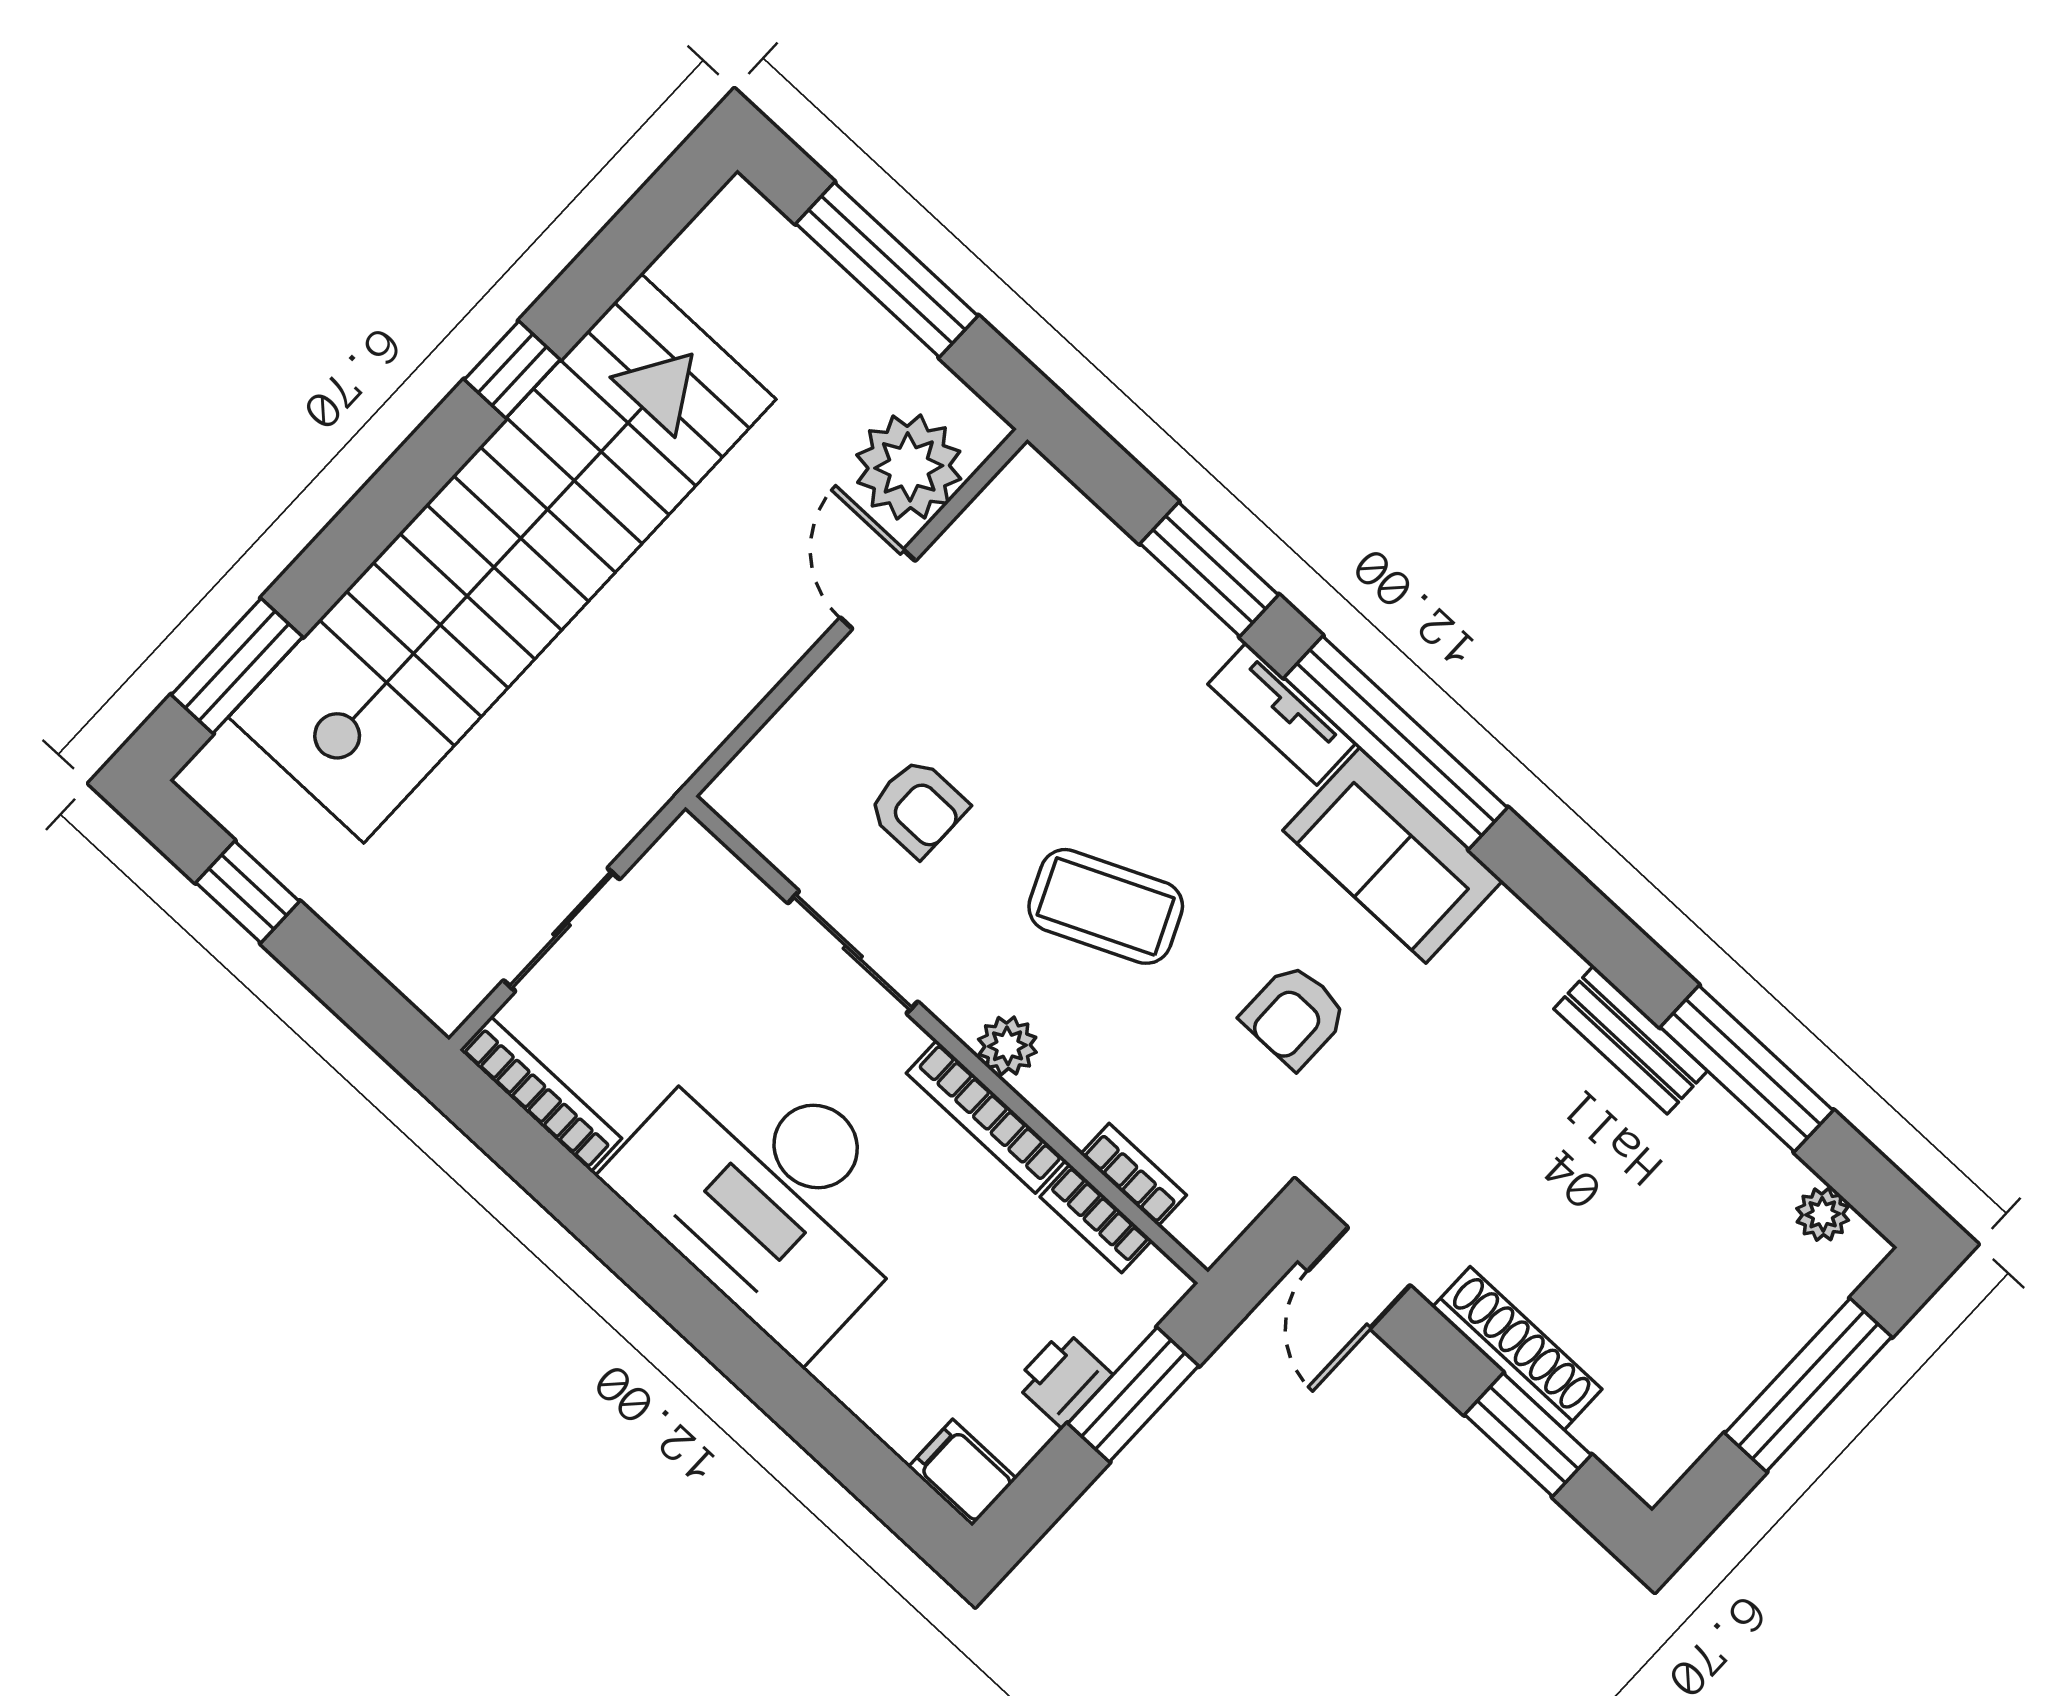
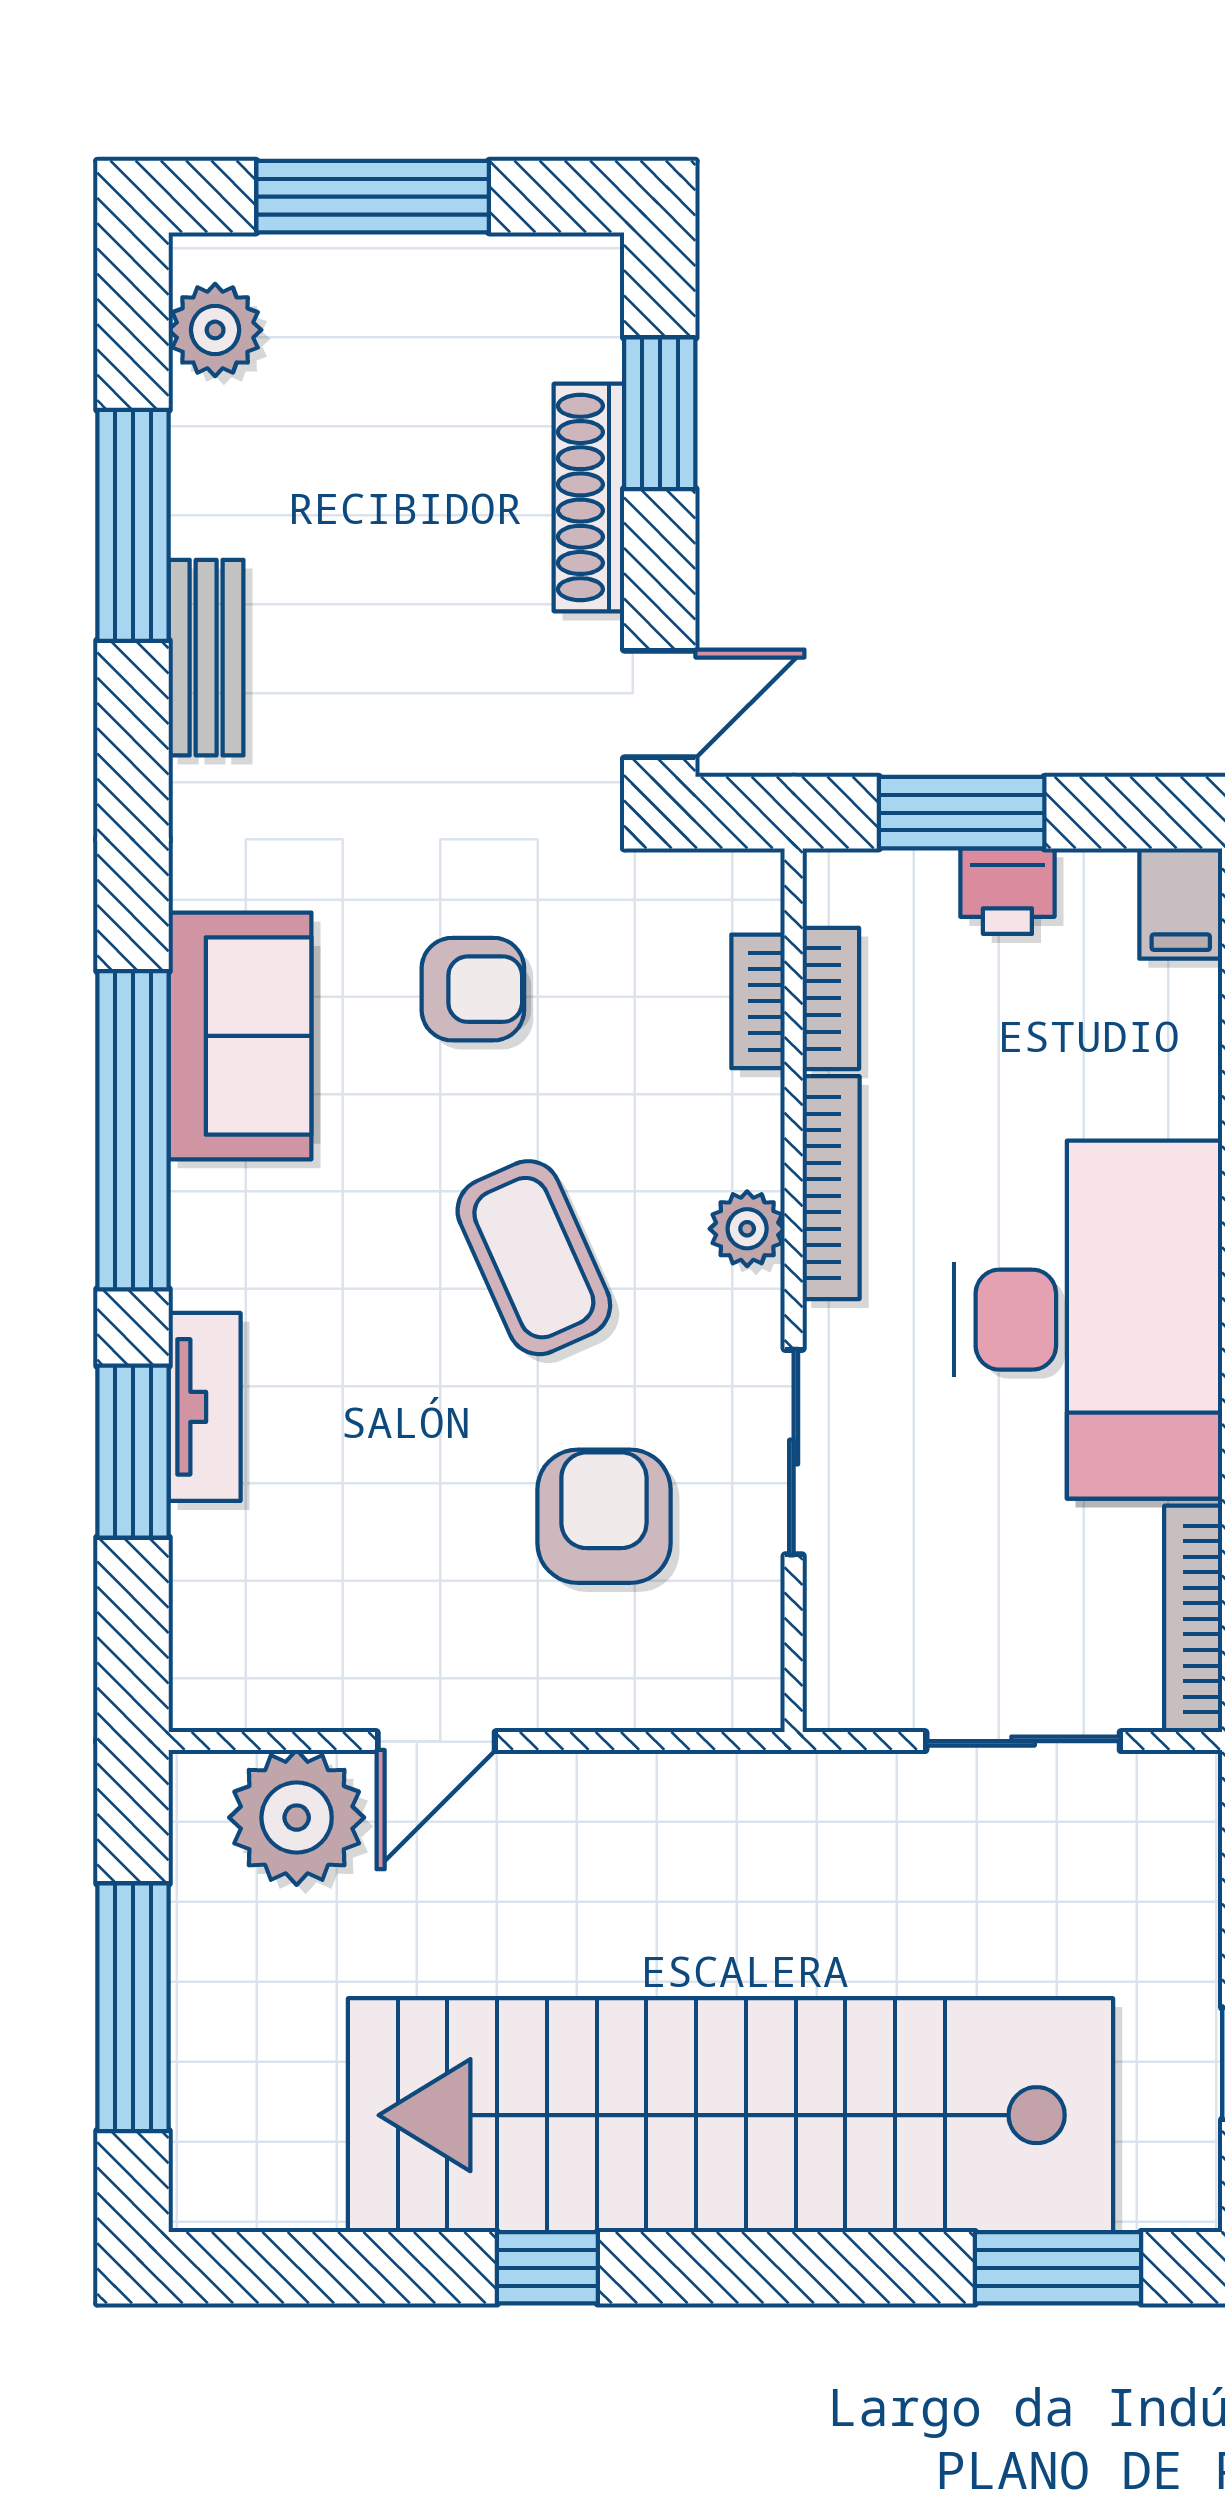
tv unit: (1282, 714) -> (205, 1407), moved
armchair: (918, 808) -> (604, 1516), width x1.38, depth x1.38
plant: (1823, 1214) -> (215, 330), width x1.38, depth x1.38

